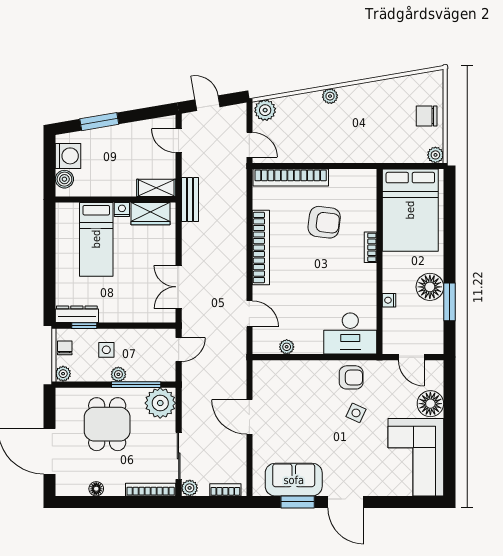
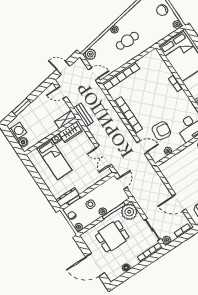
cafe table: (339, 128) -> (127, 41), added
armchair: (324, 222) -> (161, 131), moved
door: (249, 417) -> (179, 203), moved
dining table: (107, 424) -> (112, 236), turned 90

